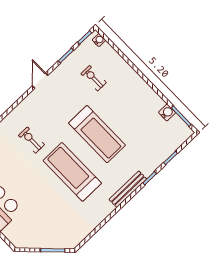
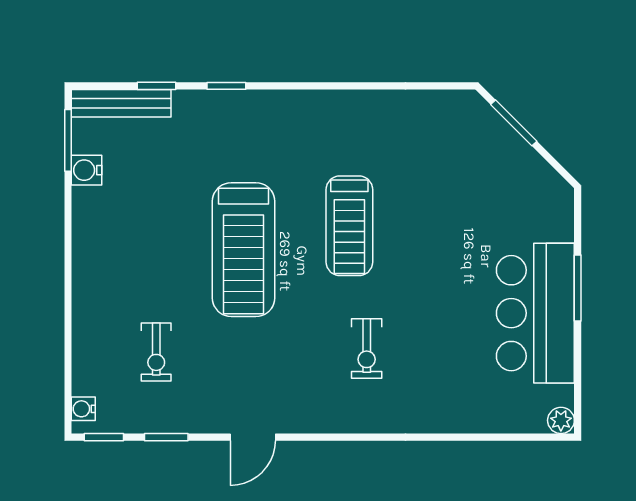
treadmill: (97, 134) -> (244, 250), turned 180
treadmill: (72, 172) -> (349, 226), width x0.73, depth x0.73
bench: (128, 189) -> (121, 103), moved

